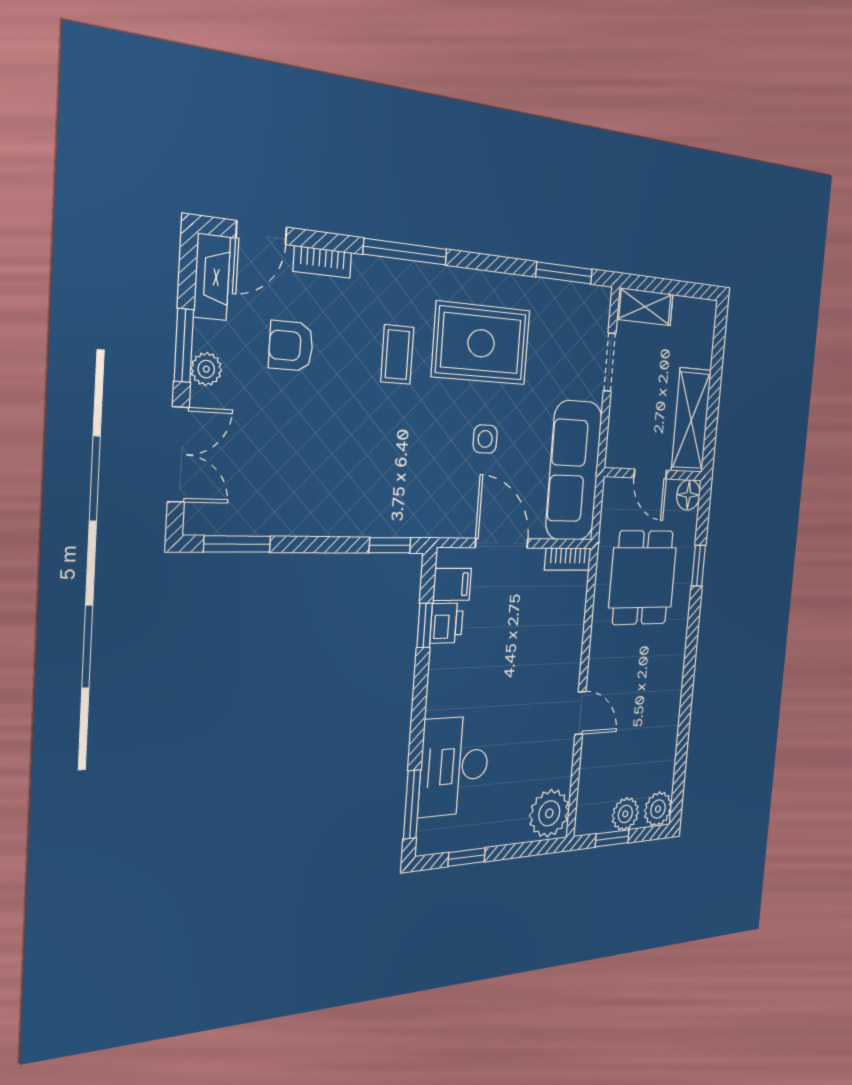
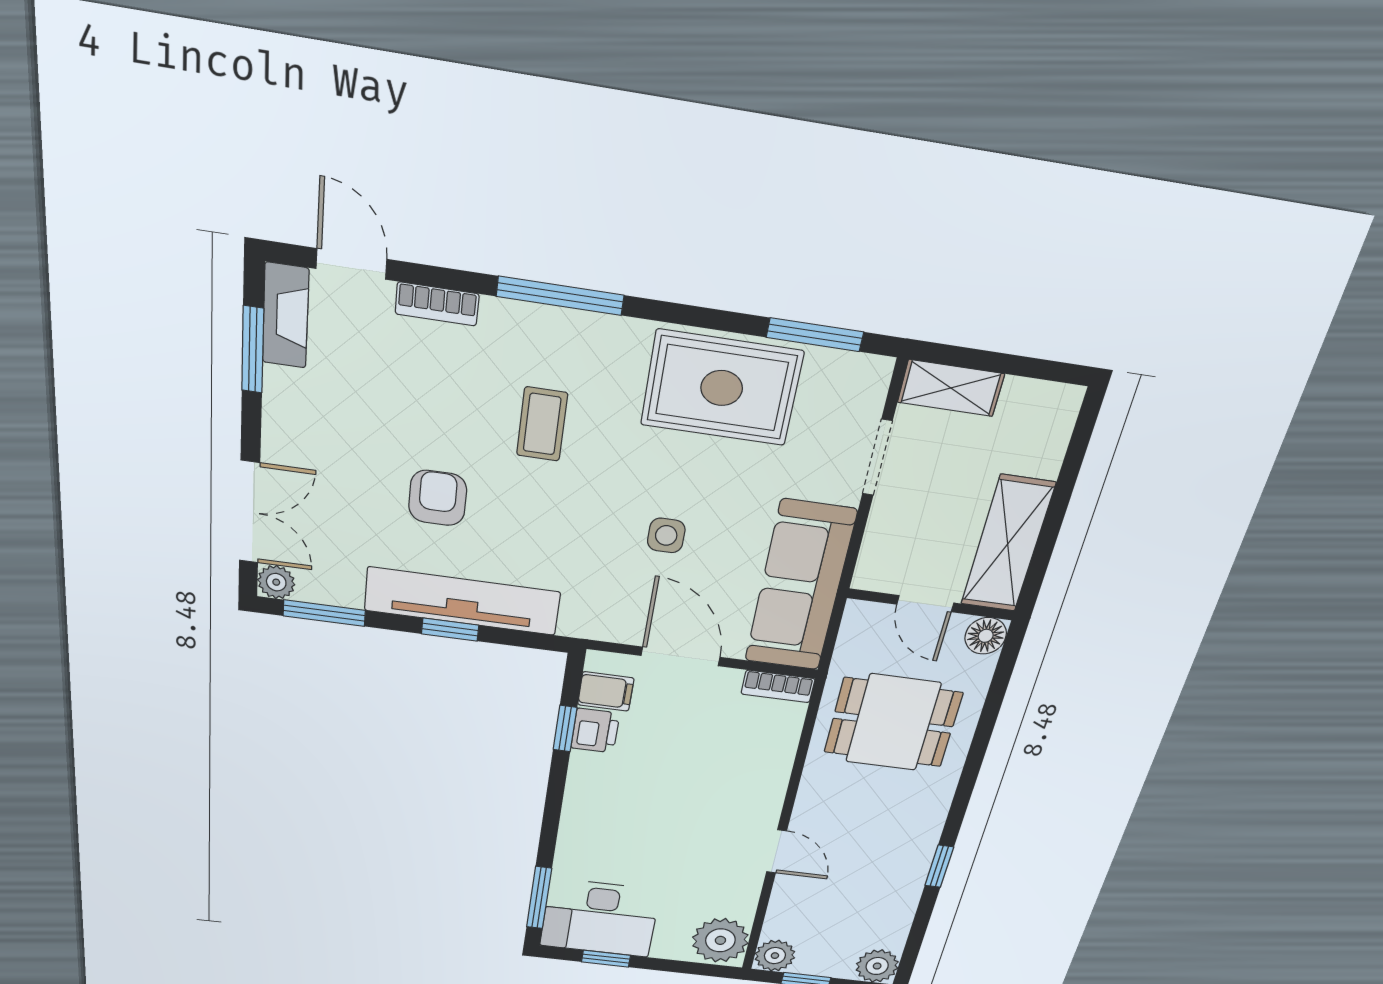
door: (261, 233) -> (351, 264), swing flipped
rug: (481, 343) -> (722, 388), moved
window: (184, 345) -> (253, 350), moved
armchair: (291, 346) -> (438, 498), moved, turned 90
plant: (206, 369) -> (276, 582), moved
tv unit: (345, 517) -> (462, 601), added
window: (390, 545) -> (450, 630), moved
window: (698, 566) -> (939, 866), moved
dining table: (643, 578) -> (893, 722), turned 90
desk: (454, 766) -> (600, 918), moved, turned -90
plant: (625, 814) -> (775, 956), moved

